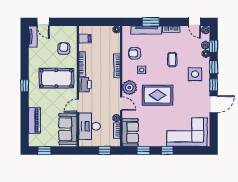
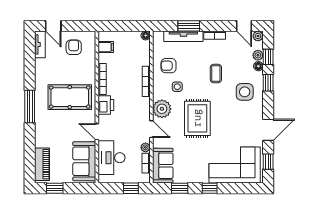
armchair: (64, 49) -> (74, 47), moved
window: (214, 85) -> (268, 162), moved
window: (25, 86) -> (30, 107), width x2.17
rug: (158, 95) -> (197, 118), turned 90
door: (78, 106) -> (97, 132), hinge flipped
piano: (34, 120) -> (42, 164), moved

